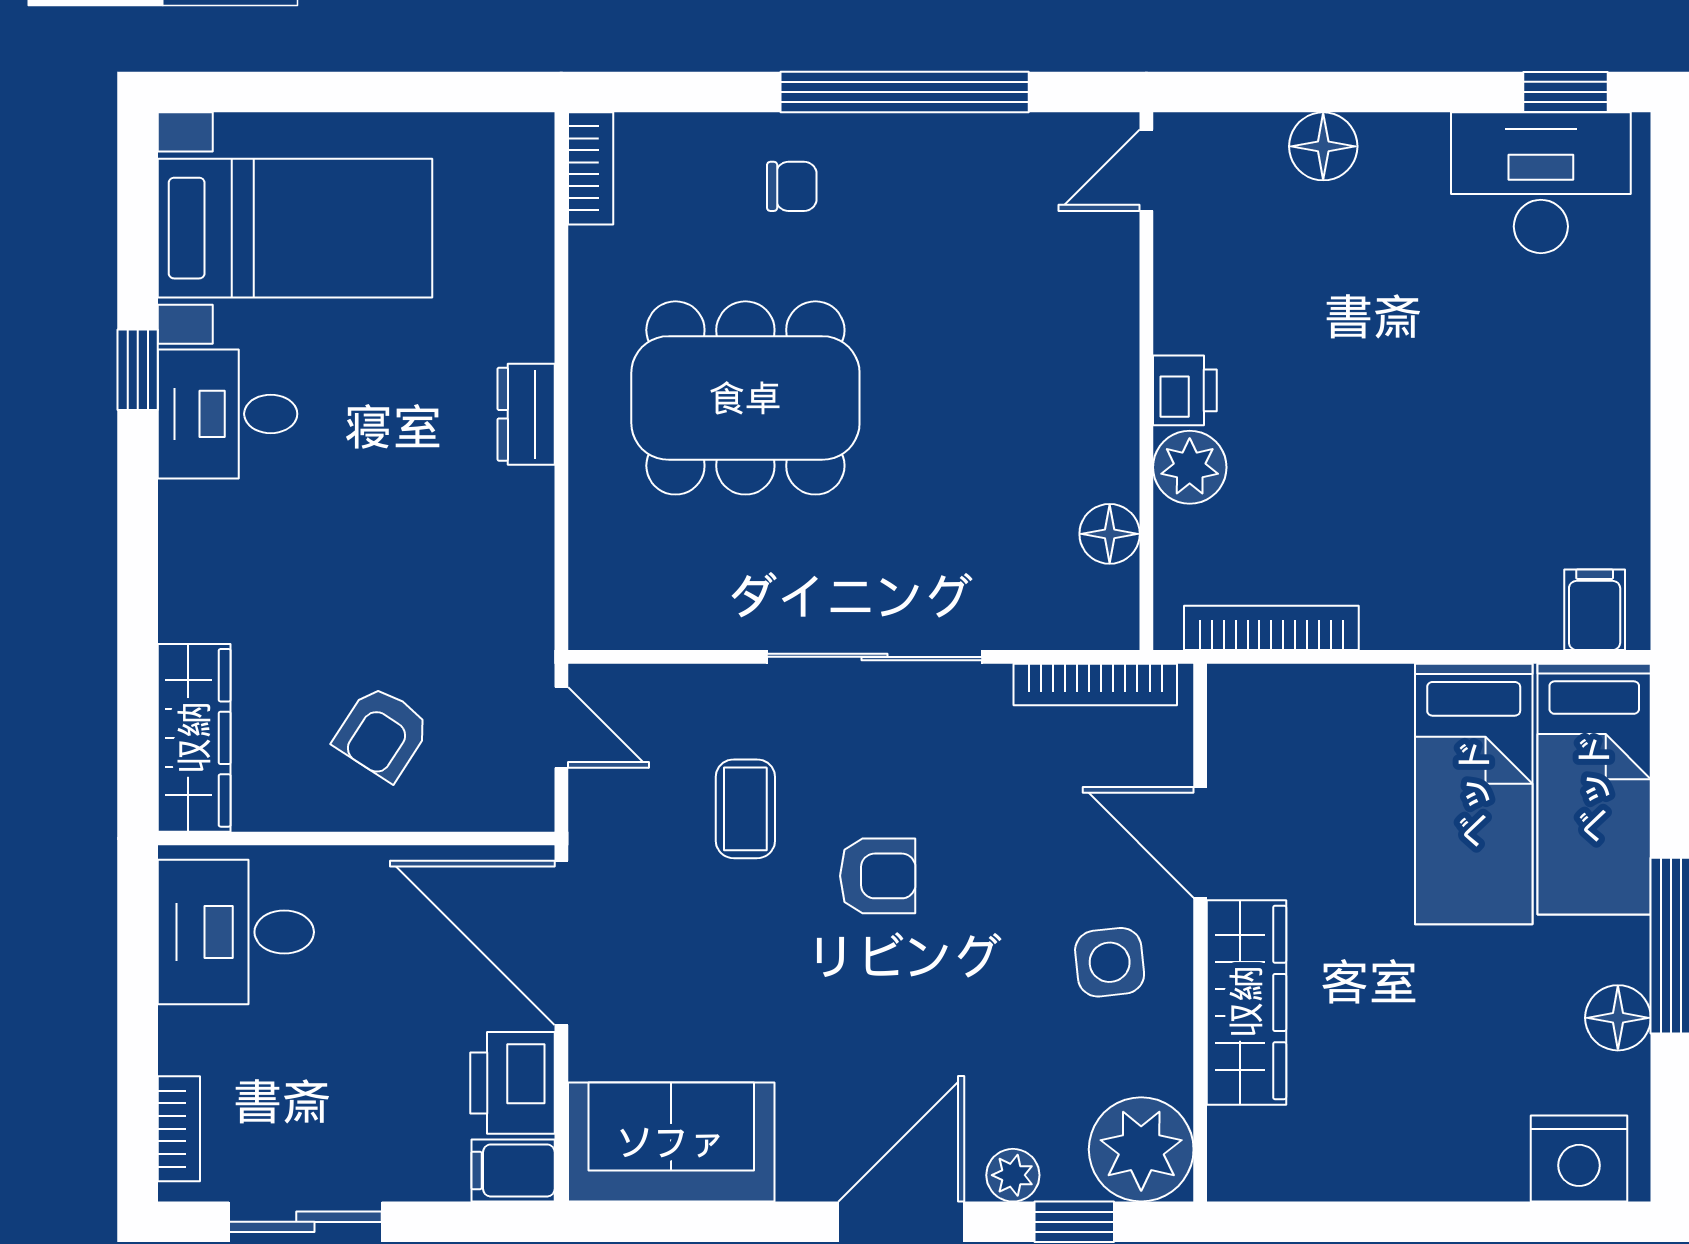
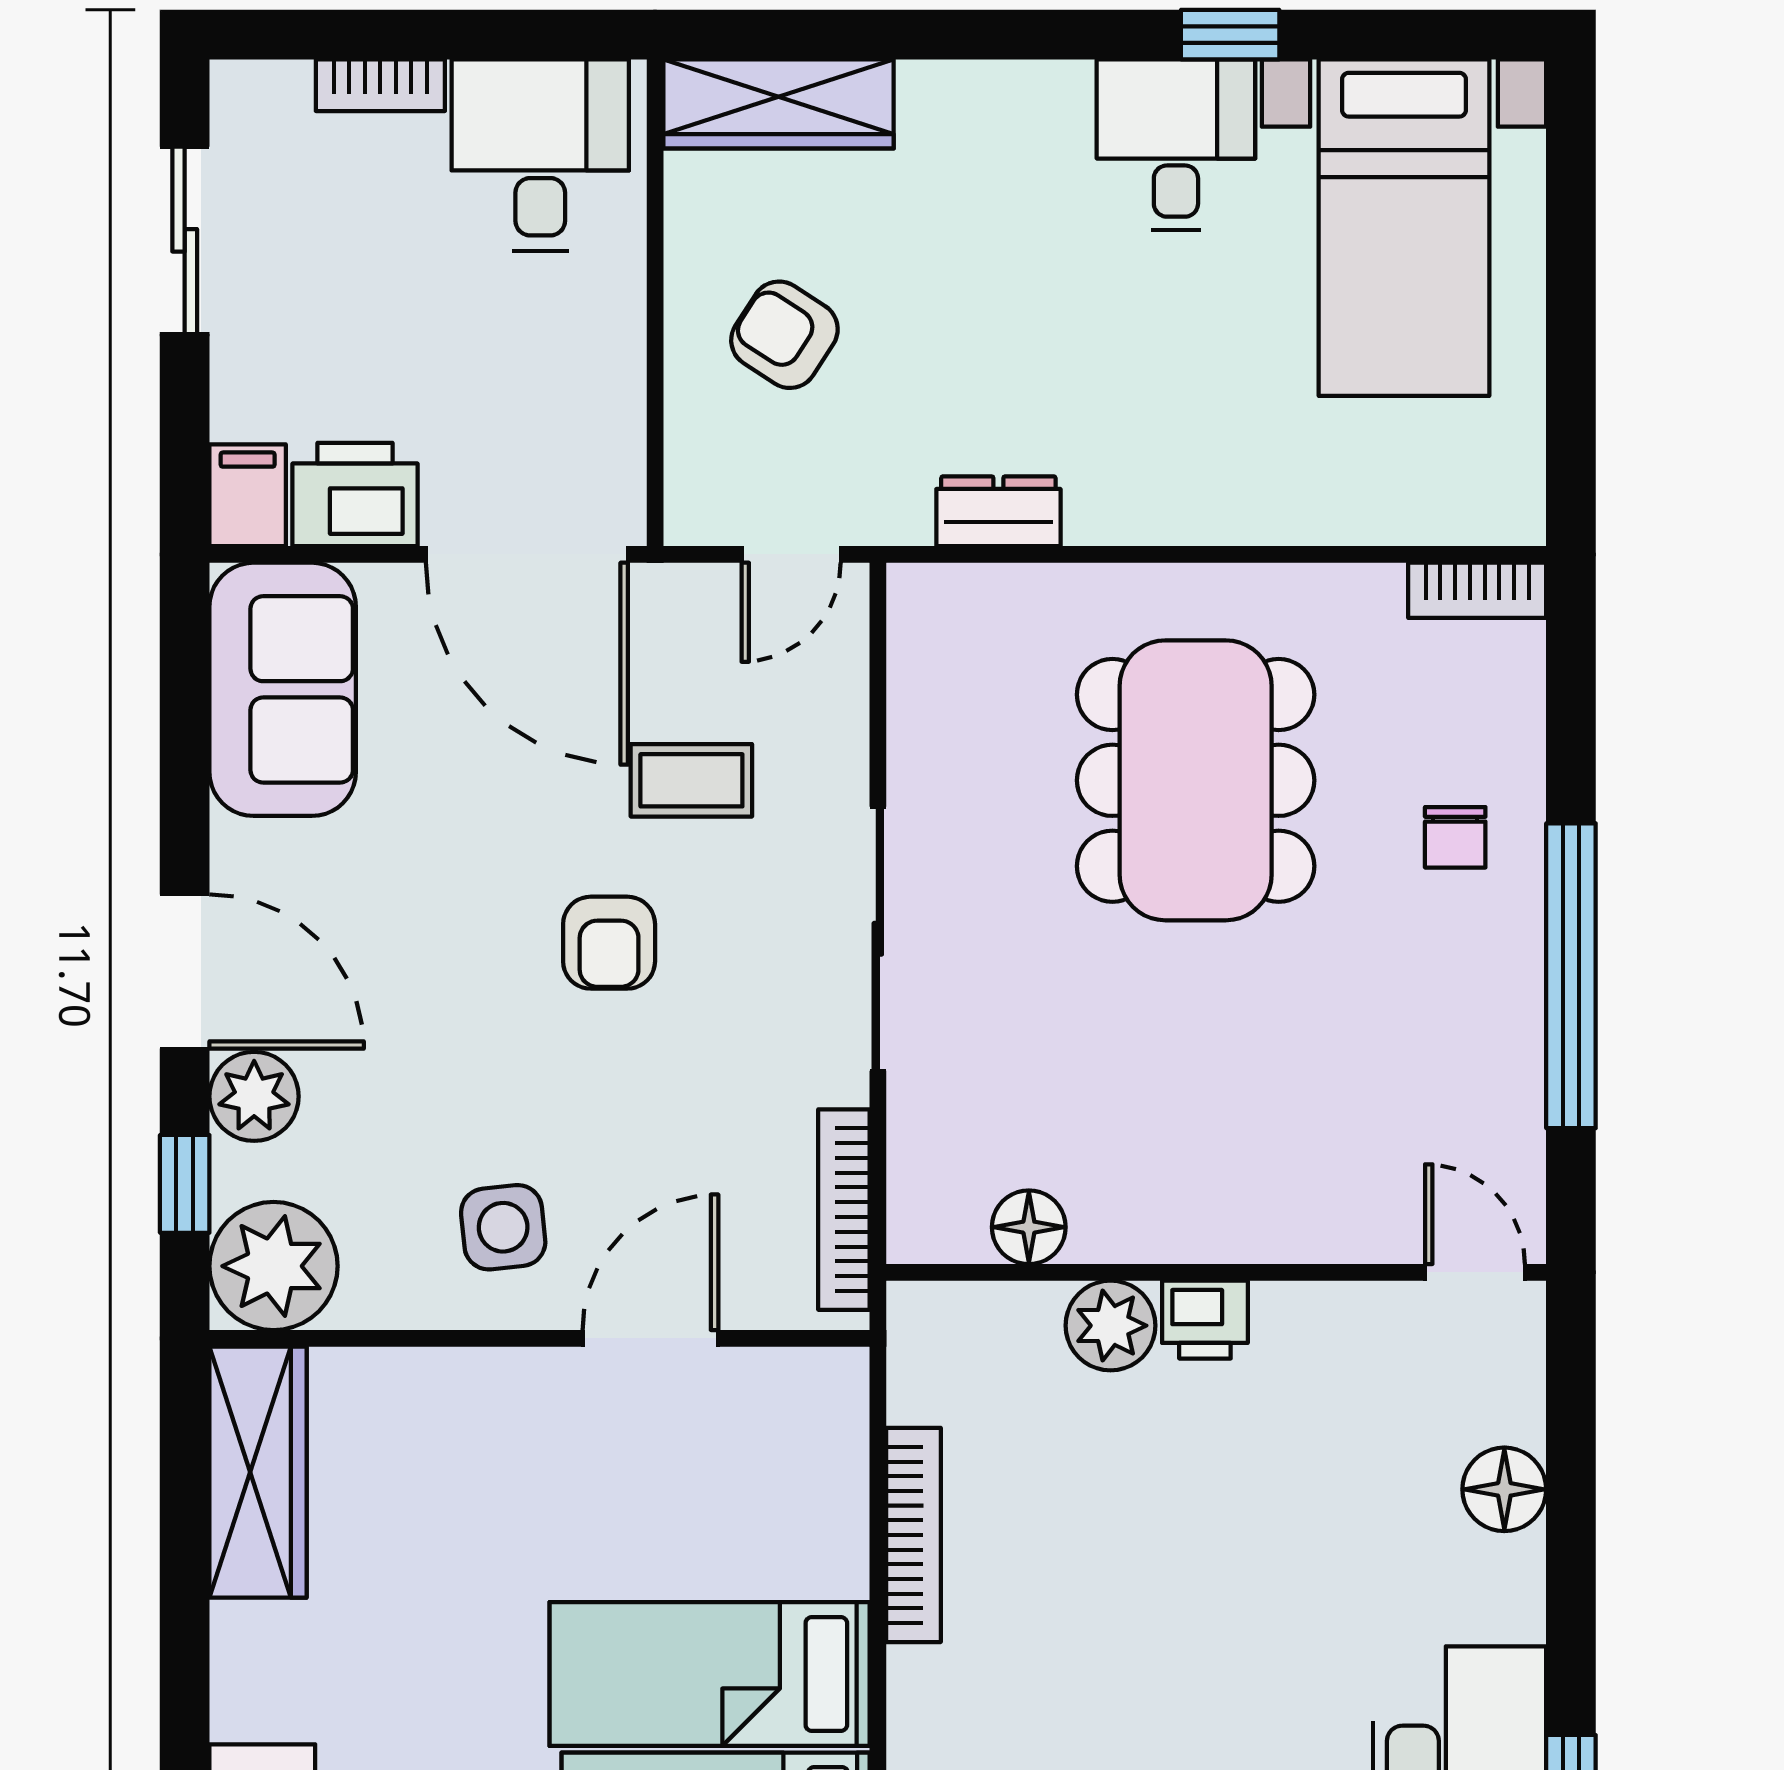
dresser: (526, 414) -> (998, 511), moved
bookcase: (1271, 628) -> (913, 1535), moved
door: (561, 943) -> (527, 554), swing flipped
wardrobe: (1246, 1002) -> (258, 1472), moved, turned -90
bookcase: (179, 1129) -> (380, 85), moved
plant: (1013, 1175) -> (254, 1096), width x1.38, depth x1.38

